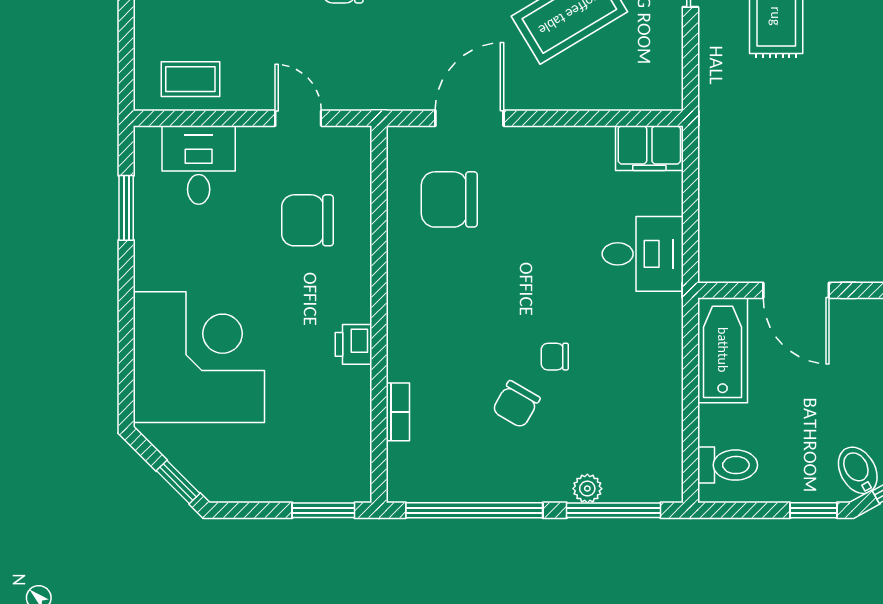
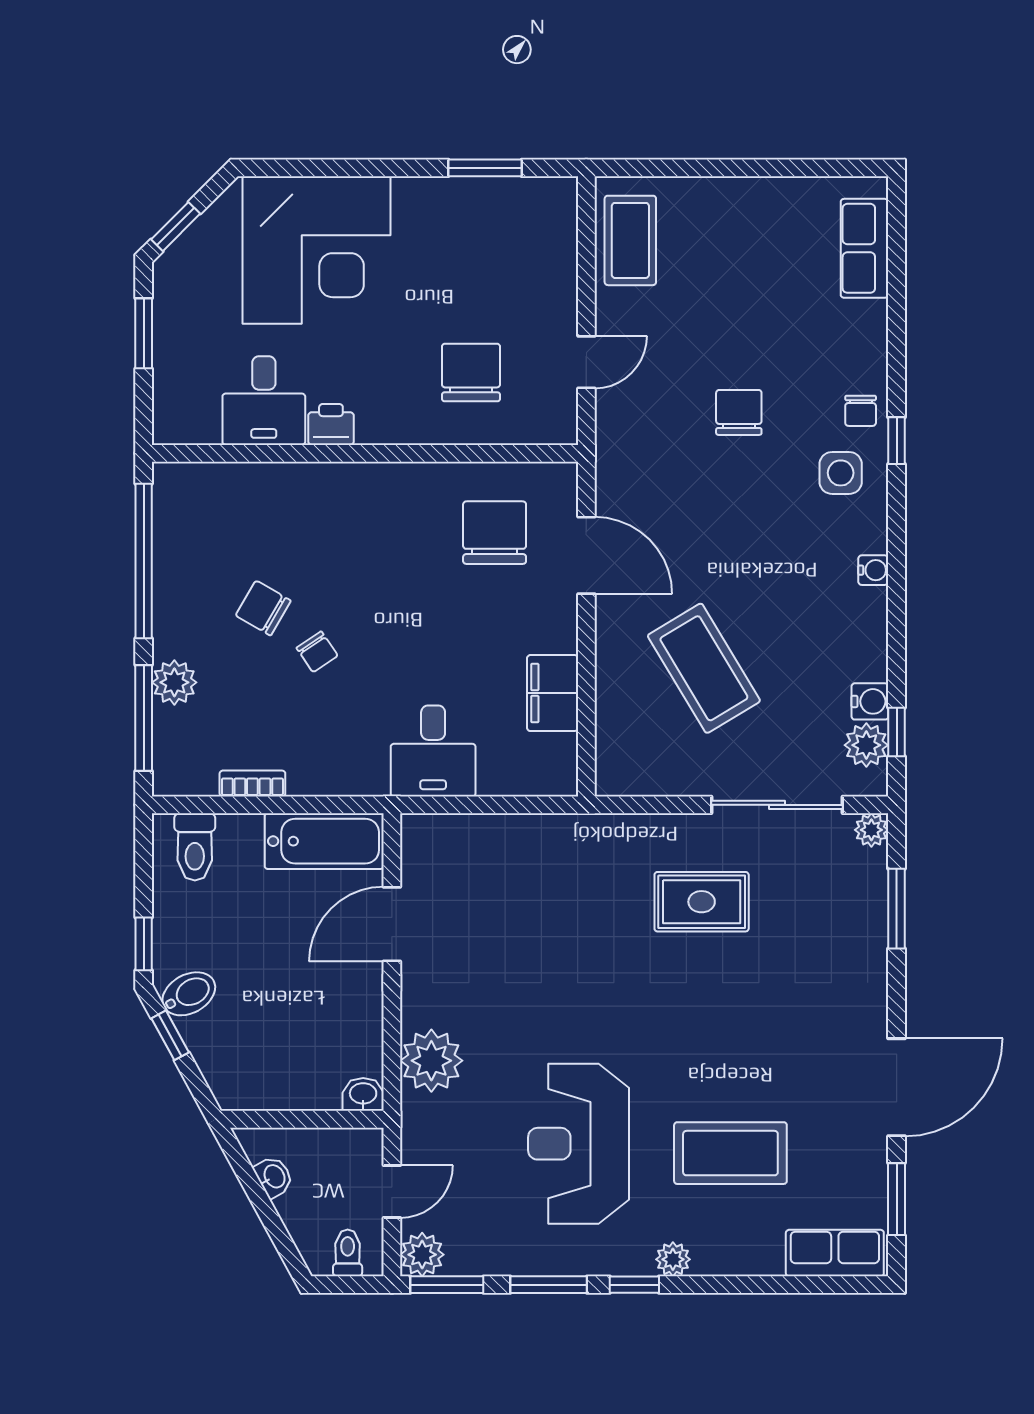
coffee table: (190, 79) -> (630, 240), width x1.36, depth x1.30
filing cabinet: (649, 148) -> (553, 693), moved
desk: (199, 165) -> (264, 401), moved, turned 90
chair: (555, 357) -> (317, 652), turned 146
bookcase: (398, 412) -> (252, 784), moved, turned 180
plant: (587, 489) -> (174, 682), width x1.38, depth x1.38
window: (323, 510) -> (144, 333), moved

